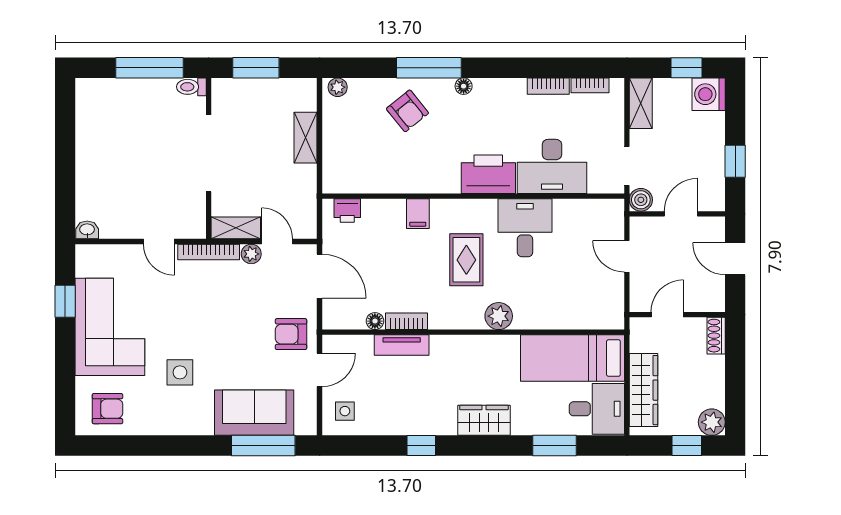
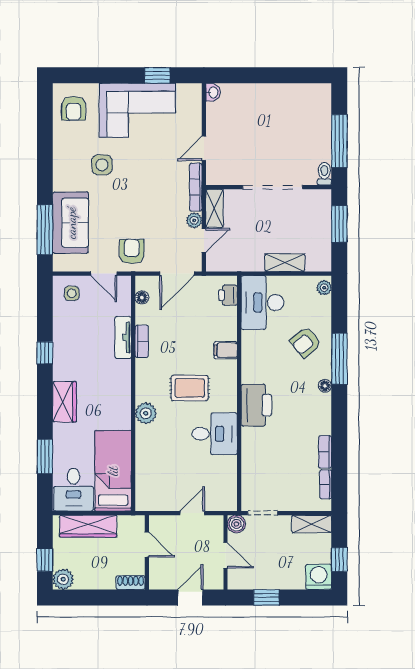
desk: (552, 166) -> (262, 303), moved
floor lamp: (375, 321) -> (142, 298), moved

